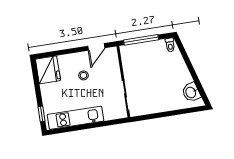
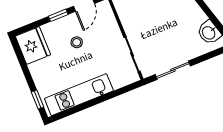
window: (74, 50) -> (58, 15), added
sliding door: (155, 116) -> (173, 70), added

